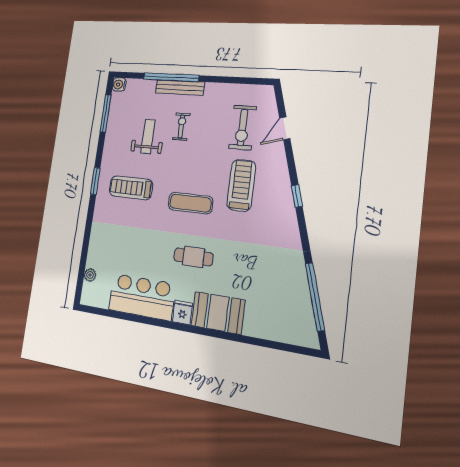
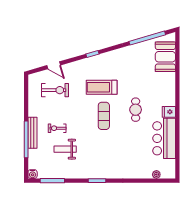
treadmill: (241, 185) -> (102, 87), moved
treadmill: (131, 188) -> (99, 156), removed
booth: (218, 313) -> (165, 57), moved

